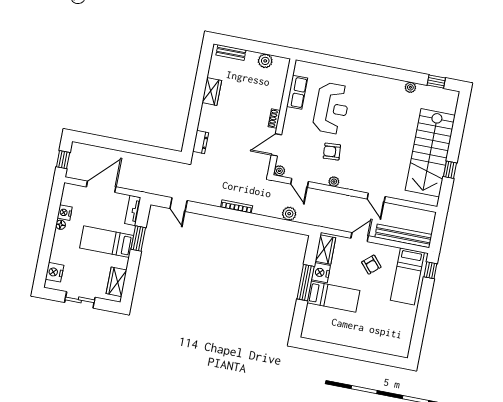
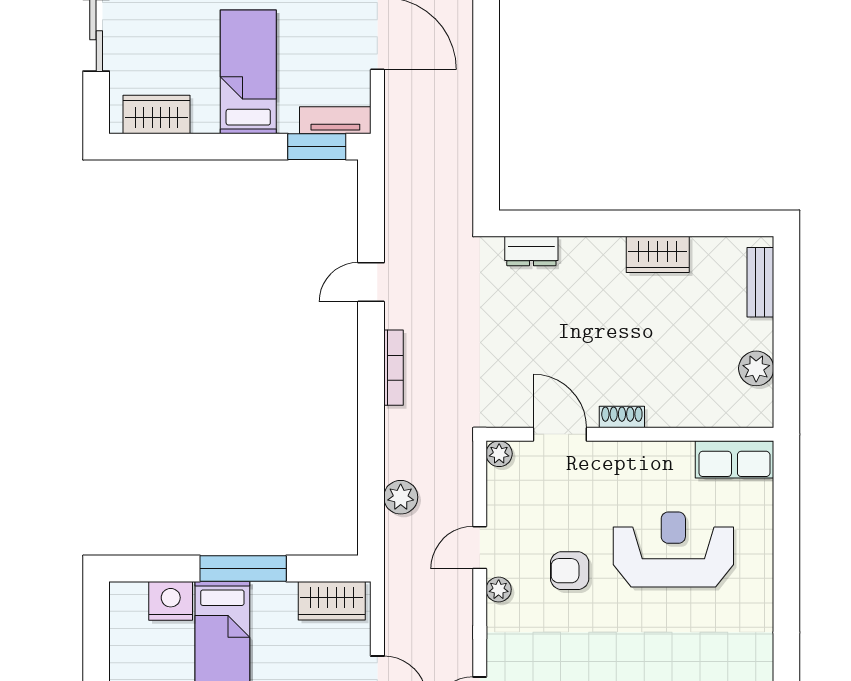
row of seats: (297, 92) -> (734, 459), moved
reception desk: (331, 108) -> (673, 550), turned 180
armchair: (332, 152) -> (570, 571), turned -86
door: (300, 183) -> (480, 548), moved
door: (179, 205) -> (371, 282), moved
window: (138, 239) -> (317, 147), moved
nightstand: (321, 273) -> (171, 601), moved

